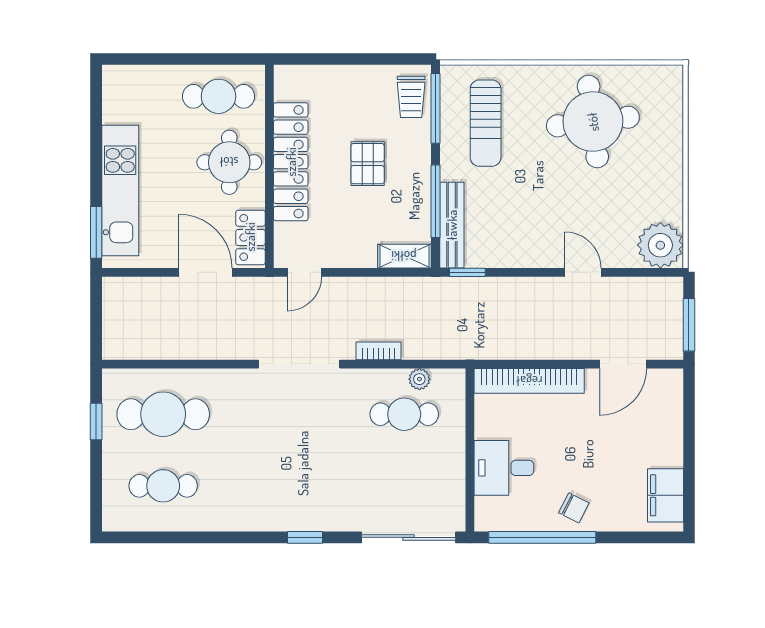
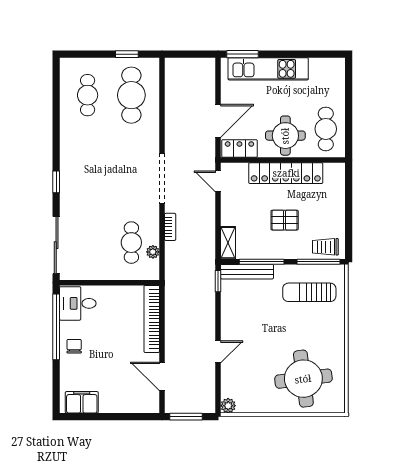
round table: (593, 122) -> (303, 379), moved
plant: (660, 245) -> (228, 406), width x0.53, depth x0.53
desk: (504, 468) -> (78, 303), moved, turned -90
chair: (574, 508) -> (74, 346), turned 153

